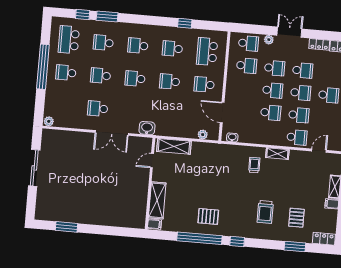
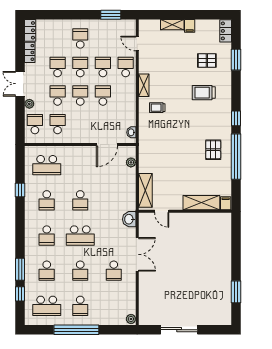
school desk: (135, 79) -> (80, 236), width x1.85
school desk: (204, 84) -> (80, 165), removed
trolley: (265, 212) -> (204, 93), turned 180

